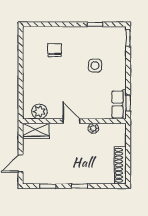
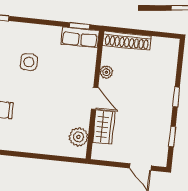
door: (71, 121) -> (95, 98), swing flipped
wardrobe: (36, 131) -> (104, 127), moved
shoe rack: (120, 165) -> (127, 41), moved

